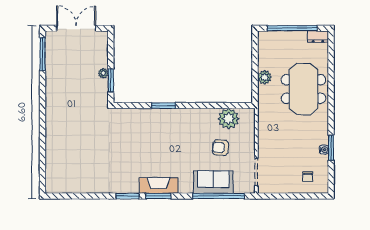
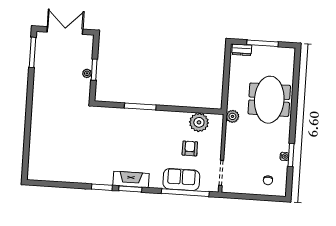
window: (292, 28) -> (262, 43), width x0.68
dresser: (318, 37) -> (242, 50), moved
plant: (265, 77) -> (232, 116), moved
window: (111, 80) -> (94, 70), moved
window: (164, 106) -> (140, 107), width x1.44
armchair: (220, 148) -> (190, 148), turned 86

